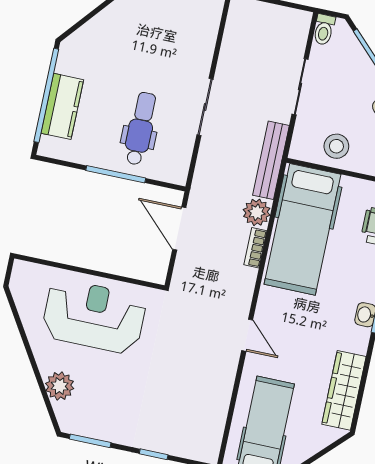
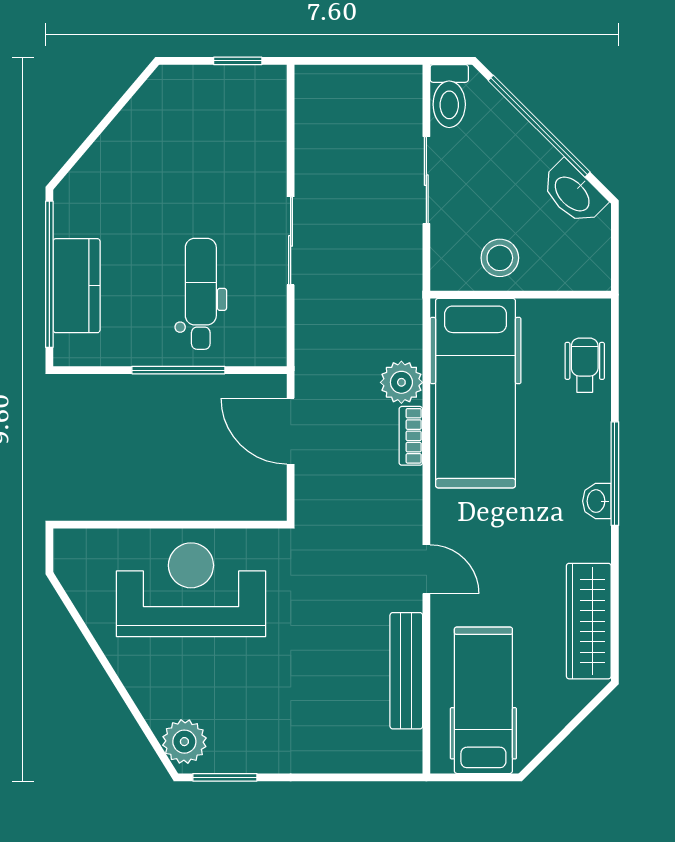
toilet: (324, 30) -> (449, 96), width x1.37, depth x1.39
bench: (271, 160) -> (406, 671), moved
plant: (60, 386) -> (184, 742), moved
window: (154, 454) -> (324, 777), removed

